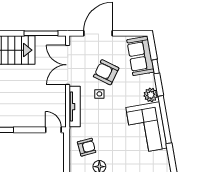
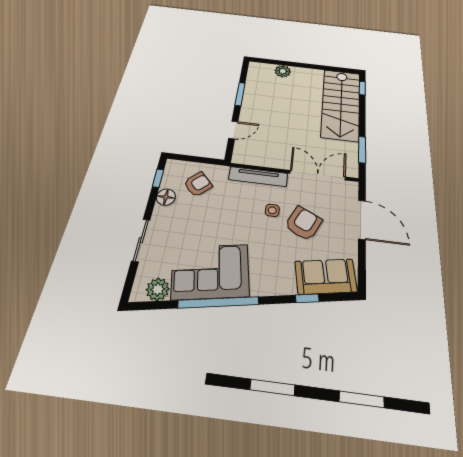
window: (41, 33) -> (362, 150), width x0.69
plant: (151, 95) -> (158, 289), moved
door: (53, 130) -> (233, 130), moved
armchair: (87, 147) -> (198, 184), turned -118

